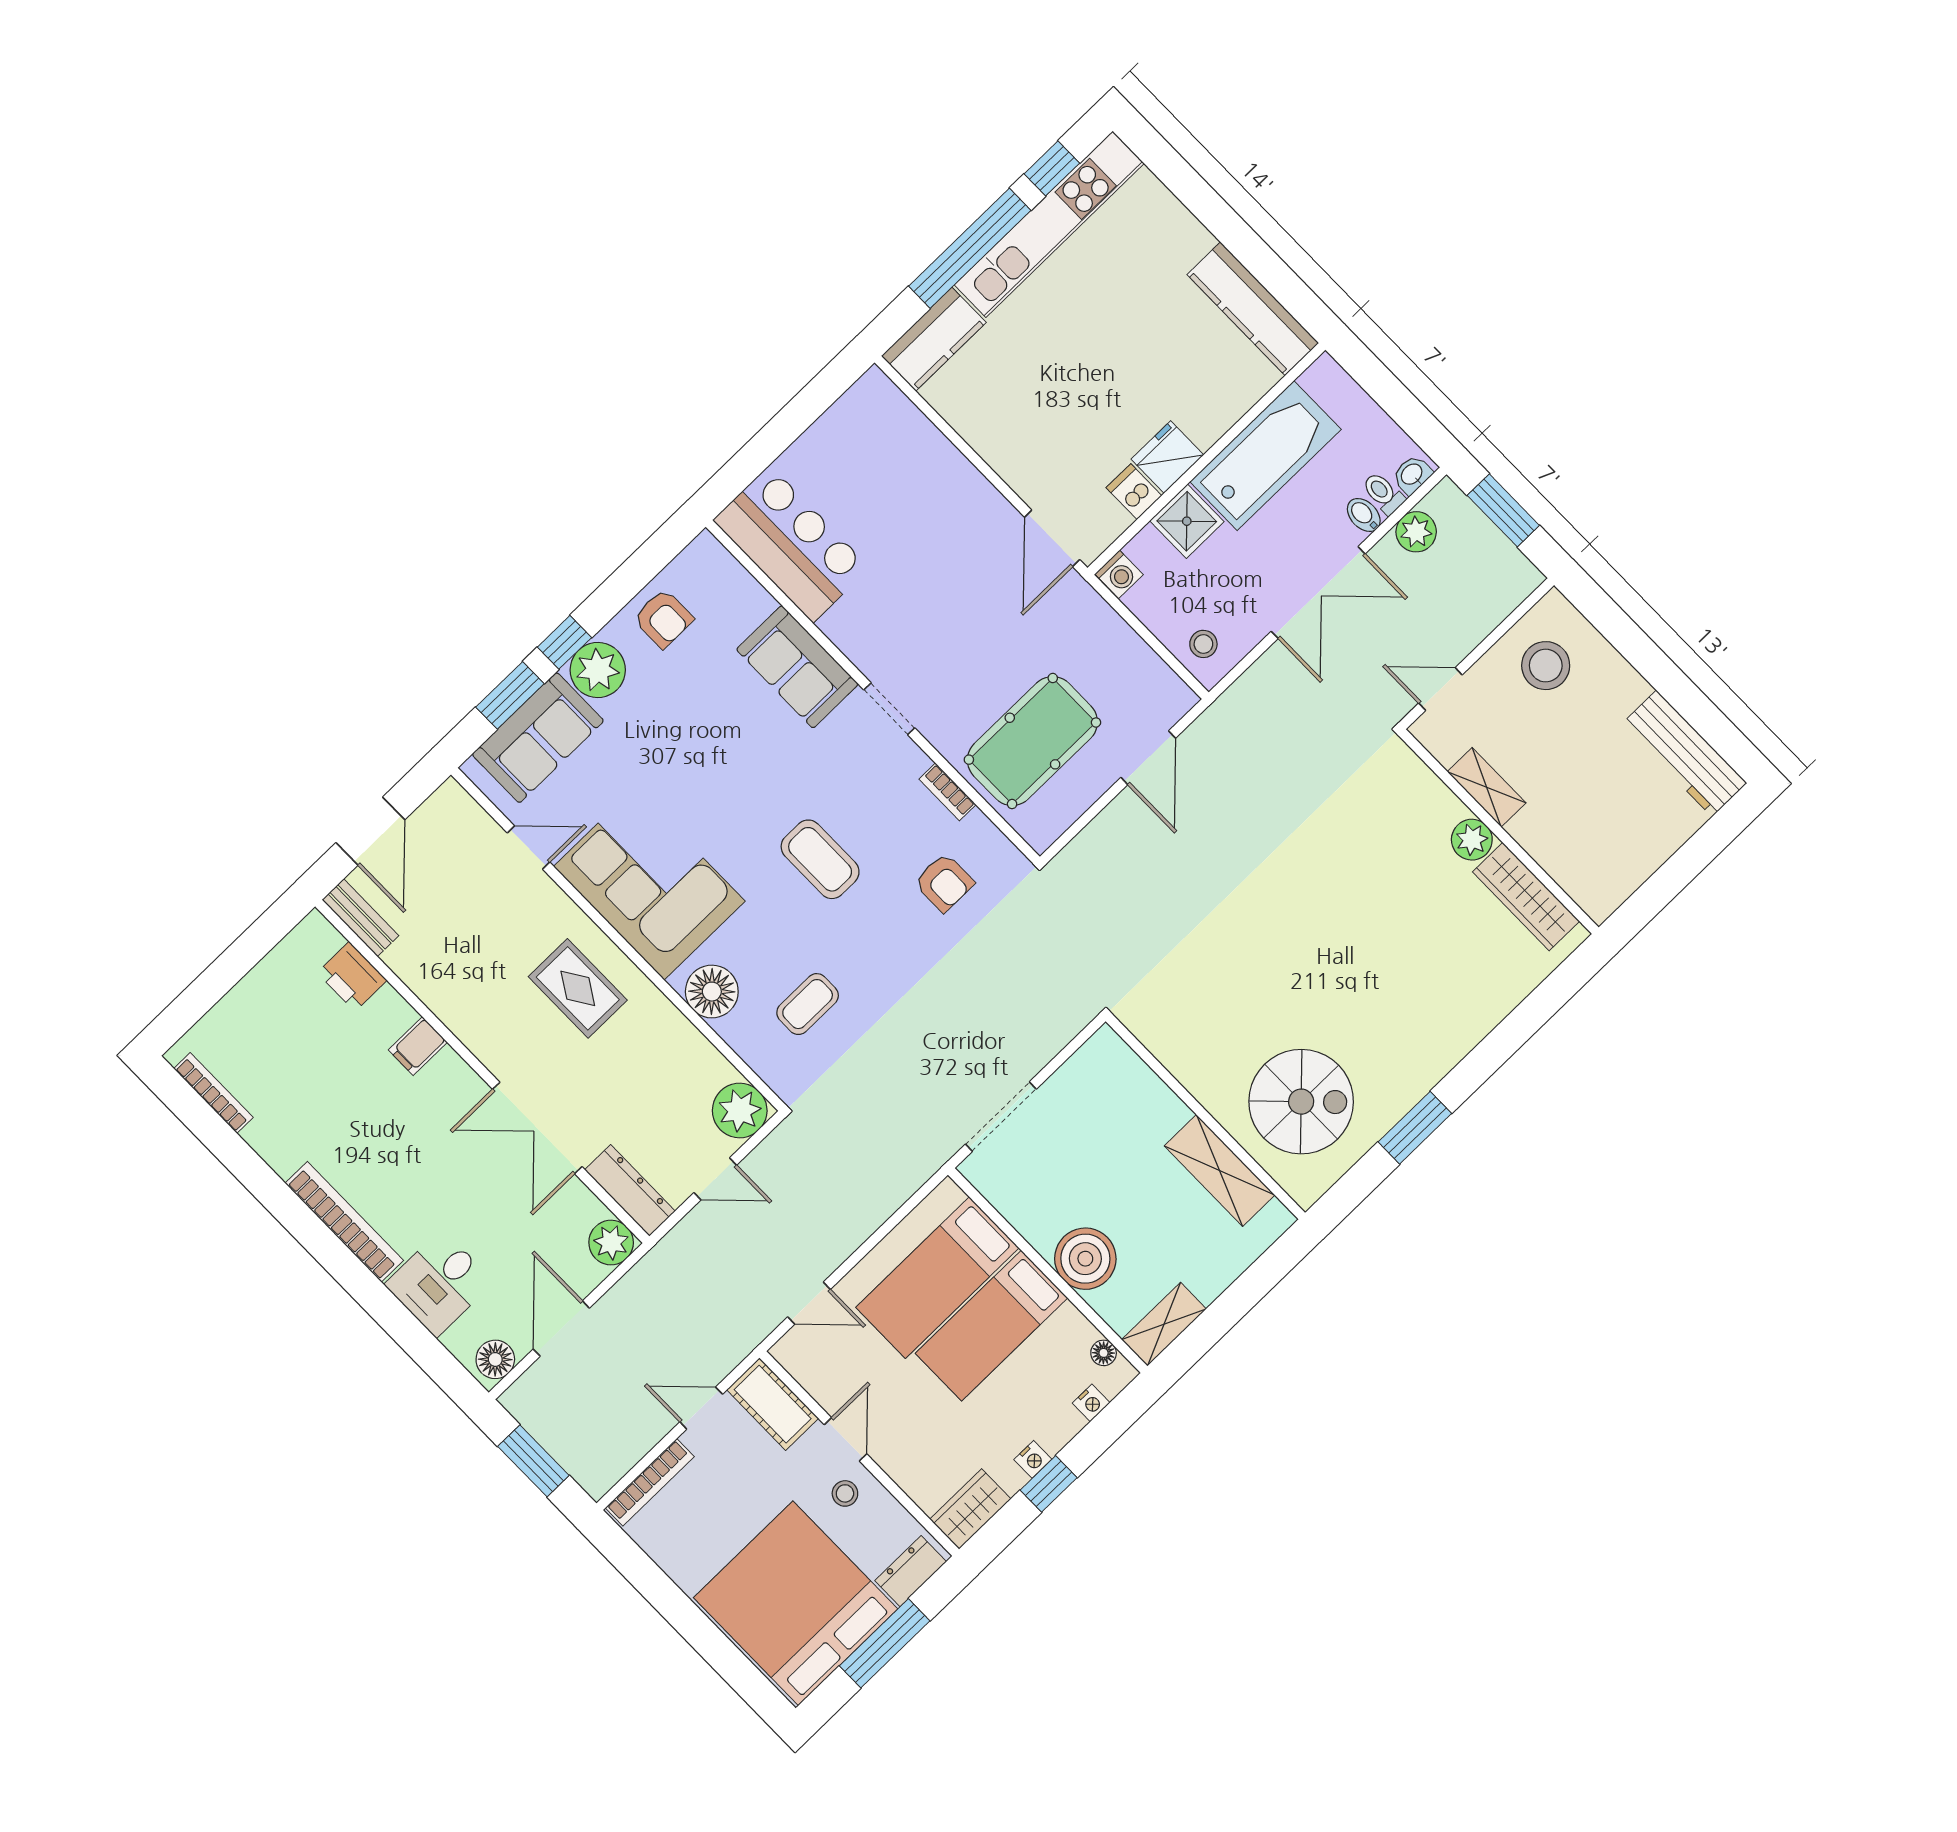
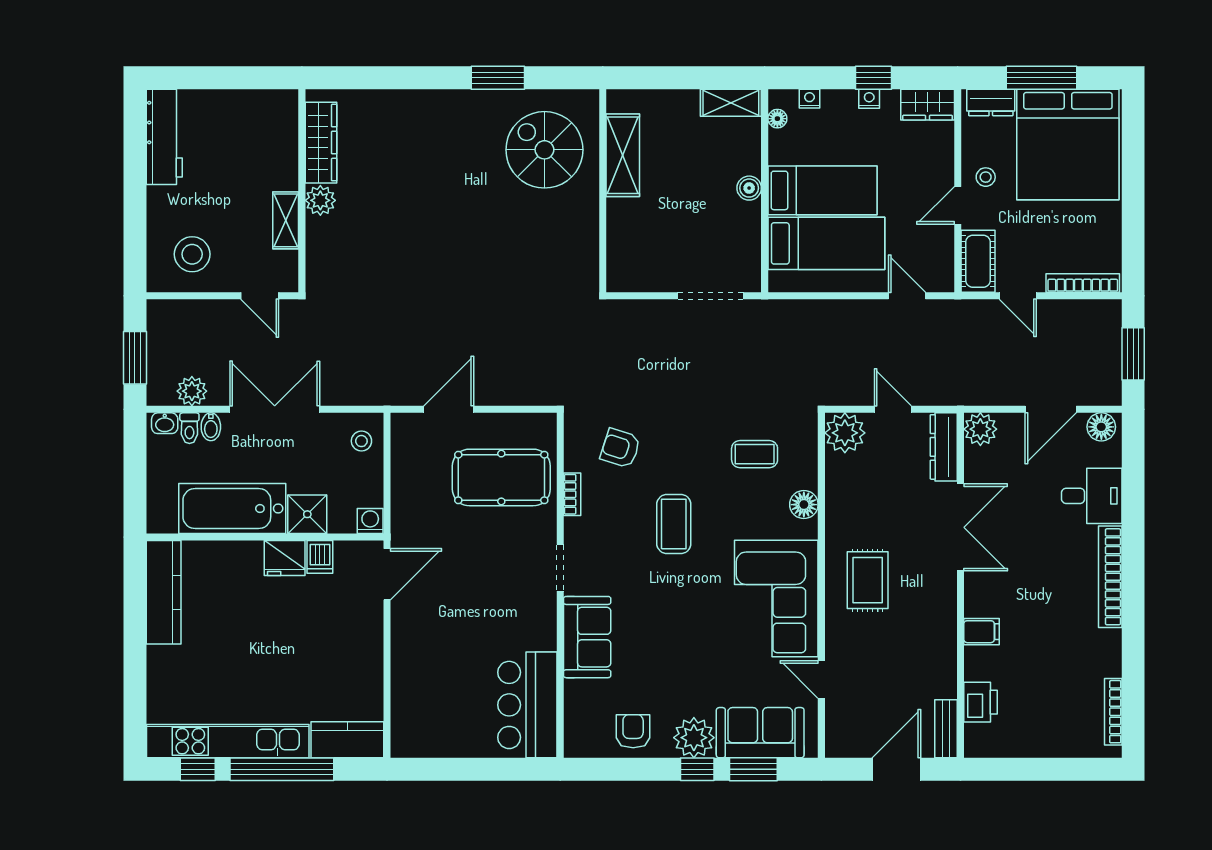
armchair: (944, 883) -> (620, 448), turned -72
floor lamp: (712, 992) -> (804, 505), width x0.73, depth x0.73
boiler: (1085, 1259) -> (749, 188), width x0.54, depth x0.54

